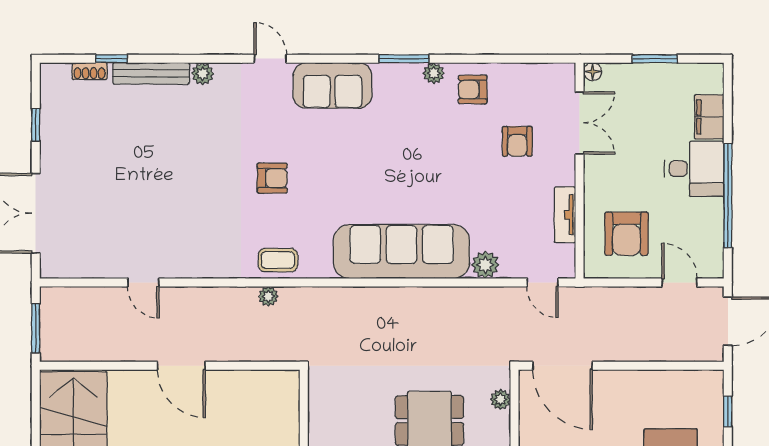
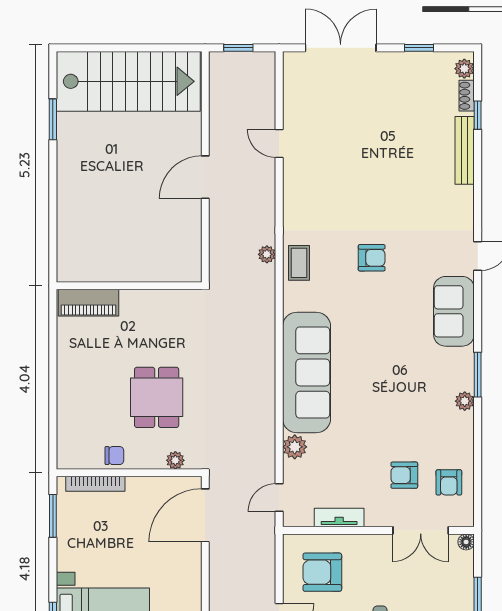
plant: (203, 74) -> (464, 69), moved
armchair: (473, 90) -> (449, 482), moved, turned 180
armchair: (272, 178) -> (372, 258), turned -90
door: (143, 282) -> (279, 143), hinge flipped
window: (36, 328) -> (238, 48), width x0.67

